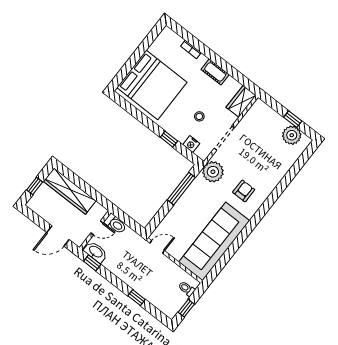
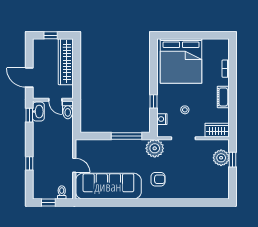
window: (293, 119) -> (233, 160), moved
plant: (292, 135) -> (221, 158), moved
door: (157, 247) -> (74, 165), moved

